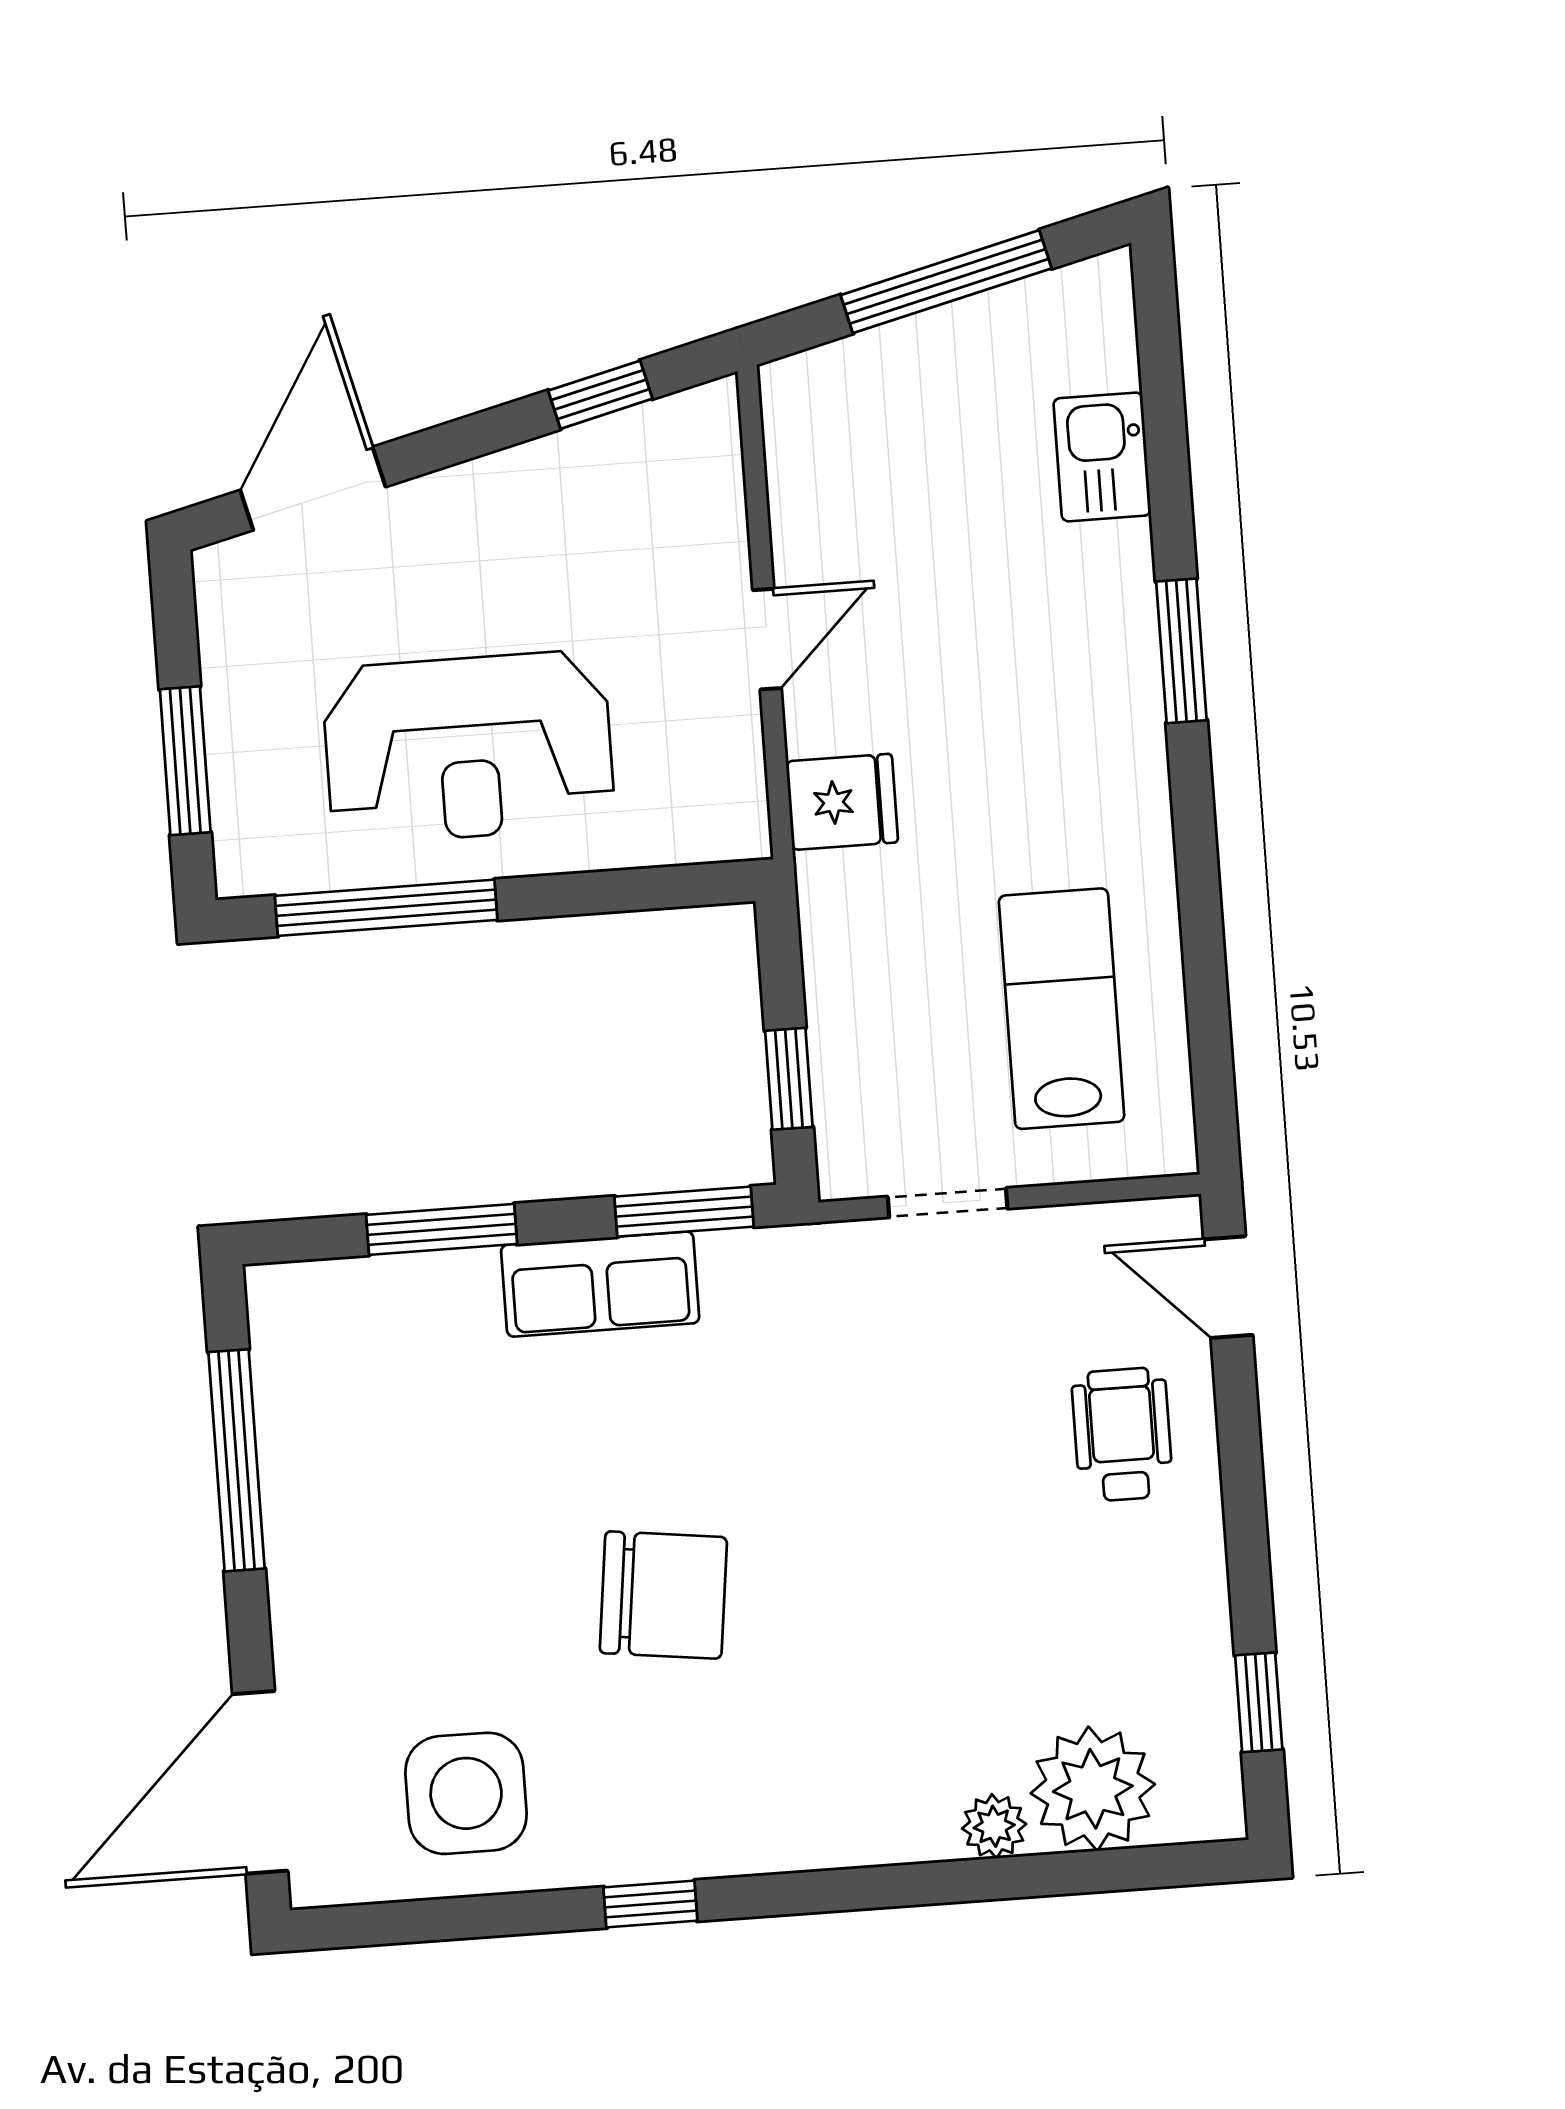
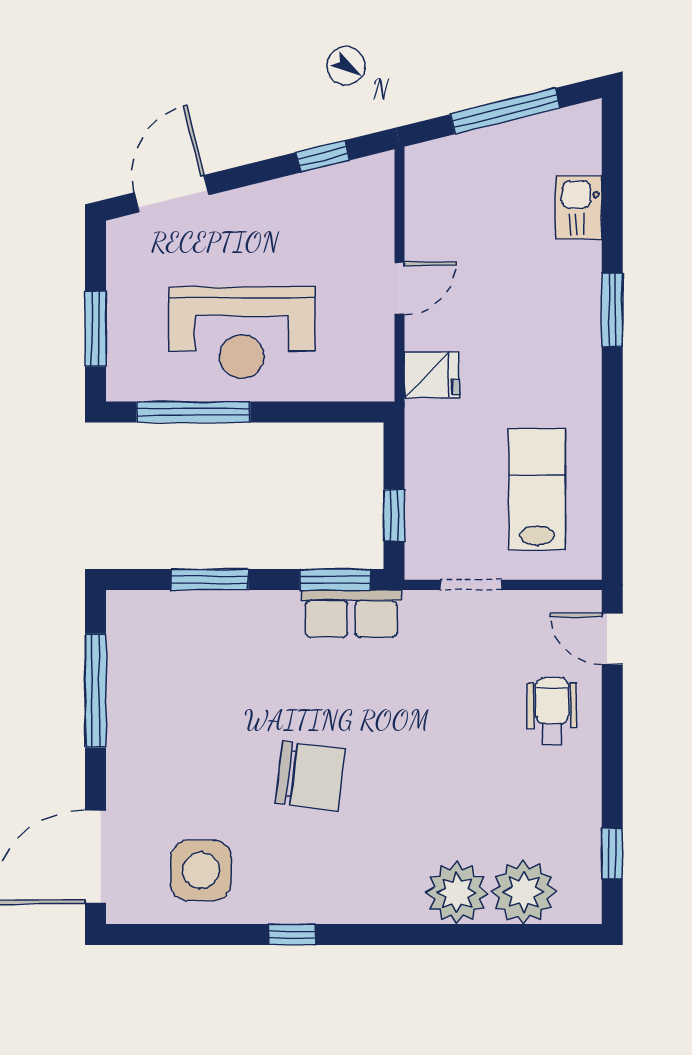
row of seats: (600, 1284) -> (351, 614), moved
plant: (994, 1826) -> (457, 893), width x1.88, depth x1.88

